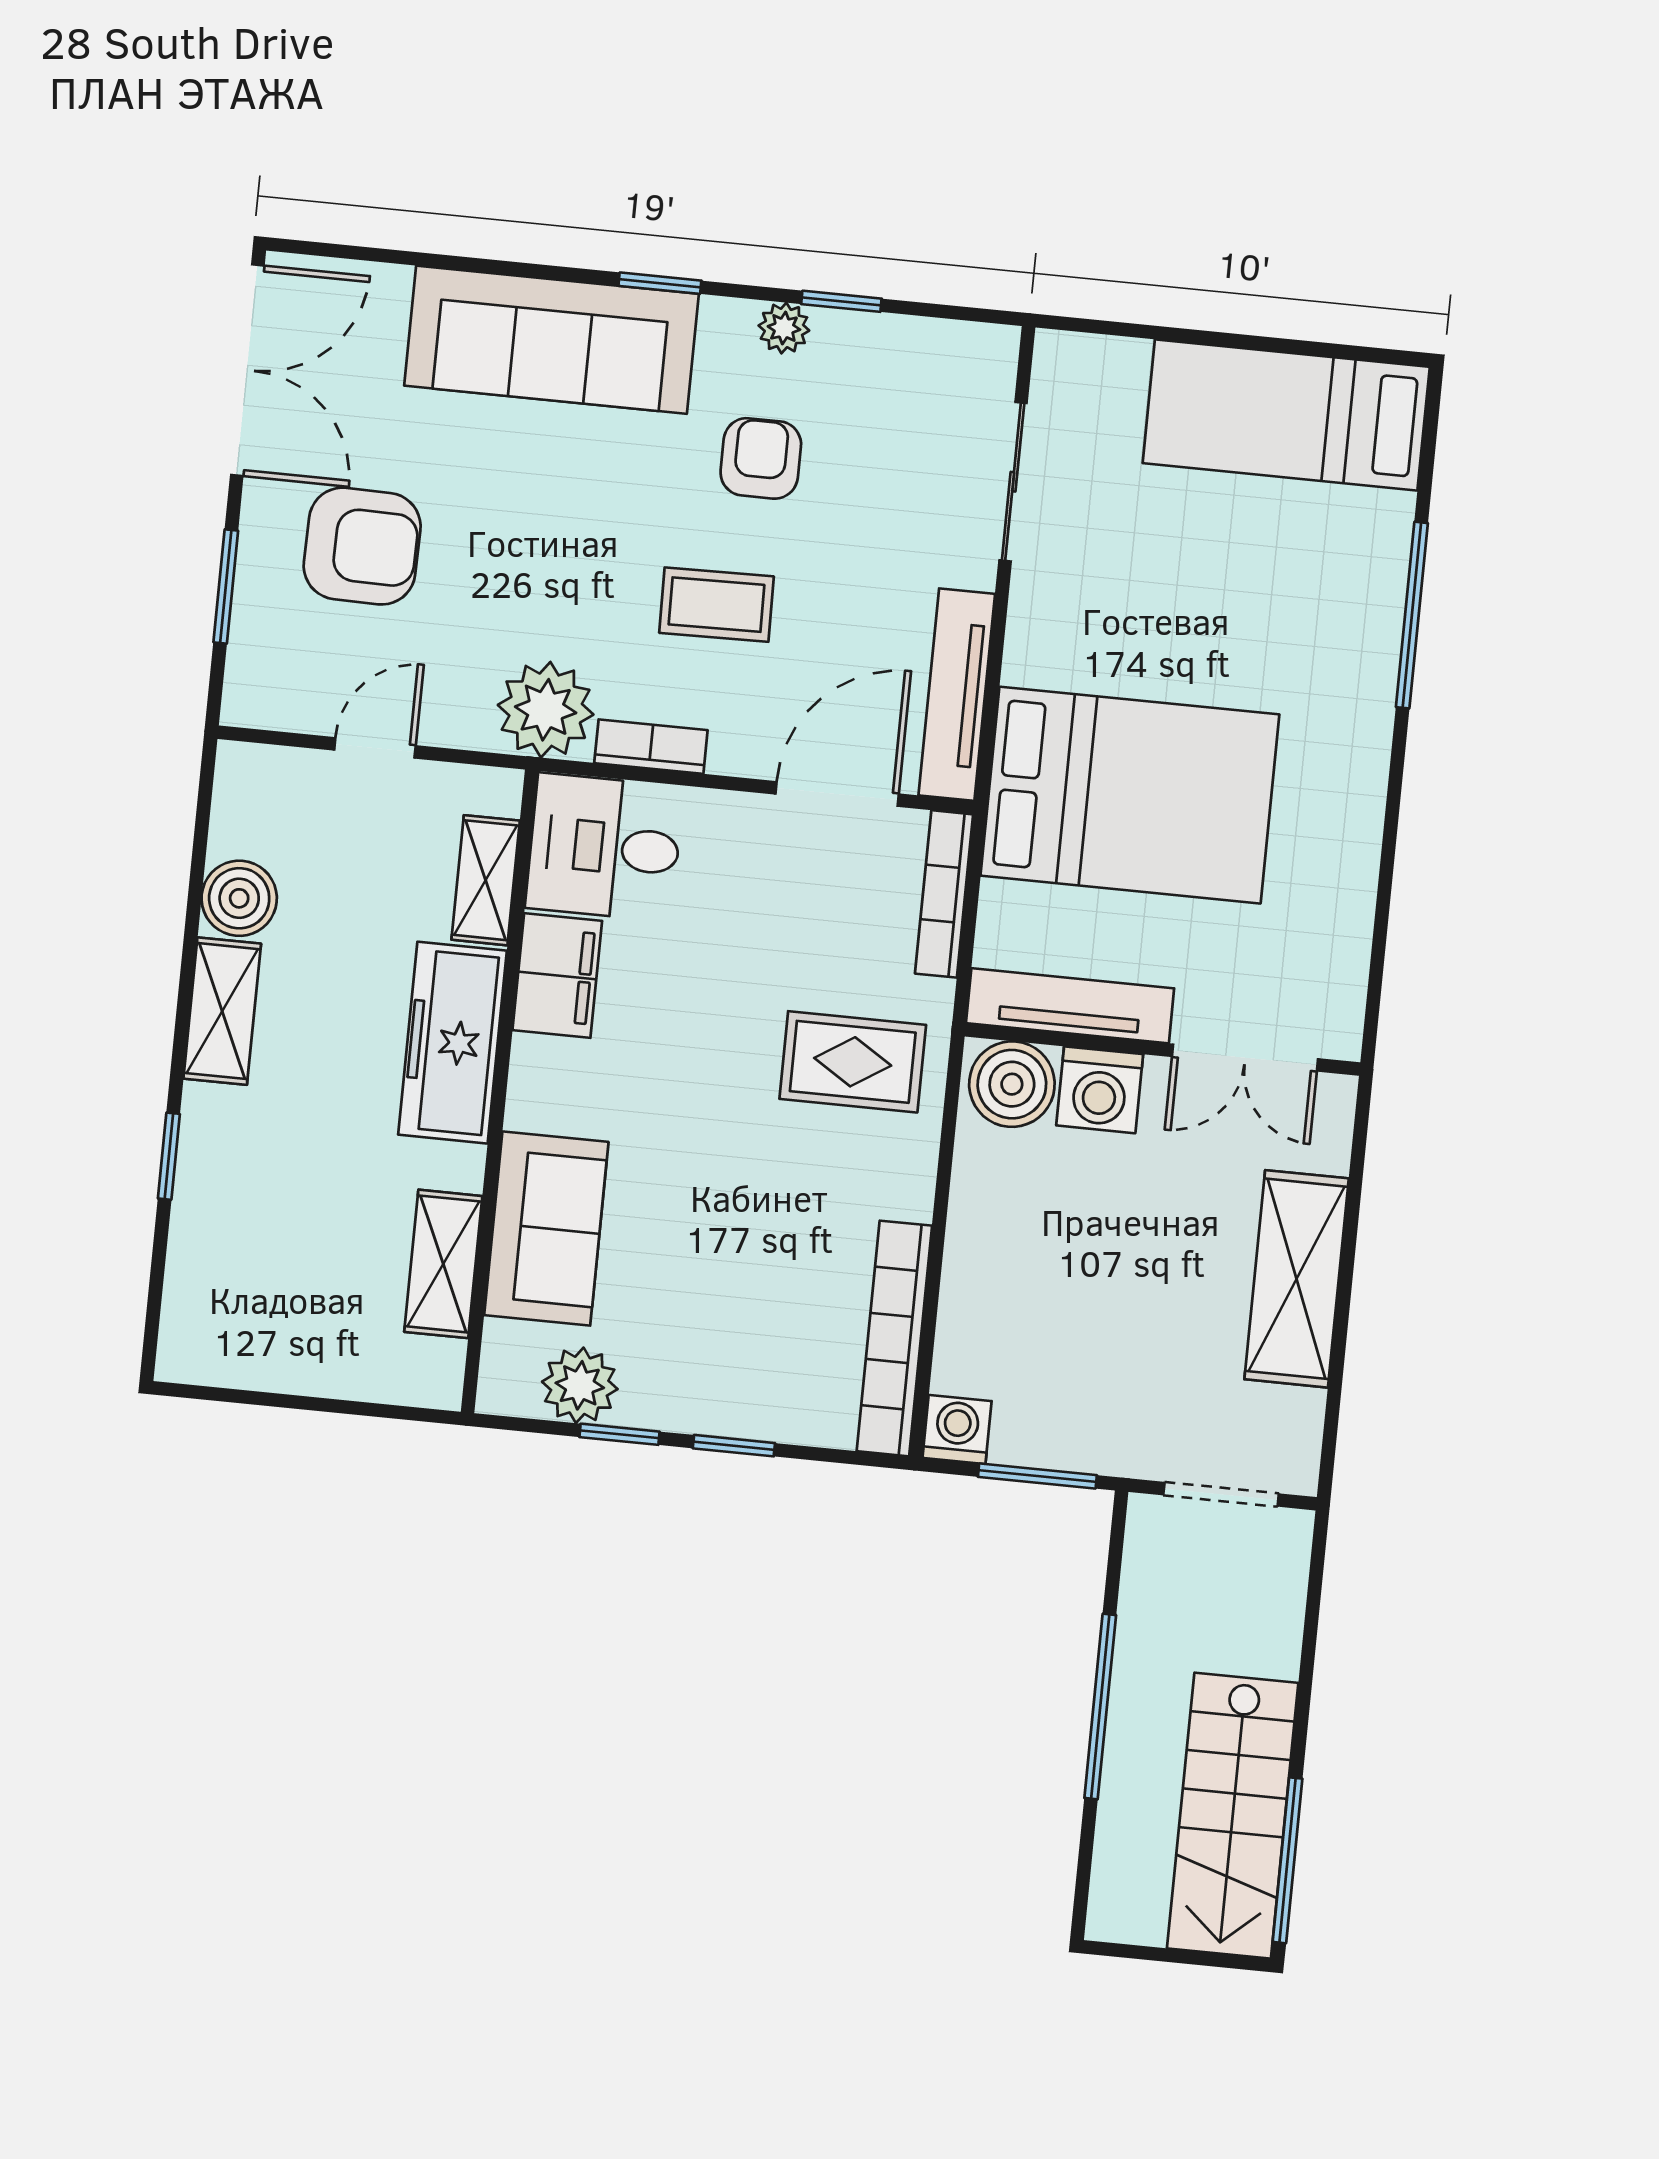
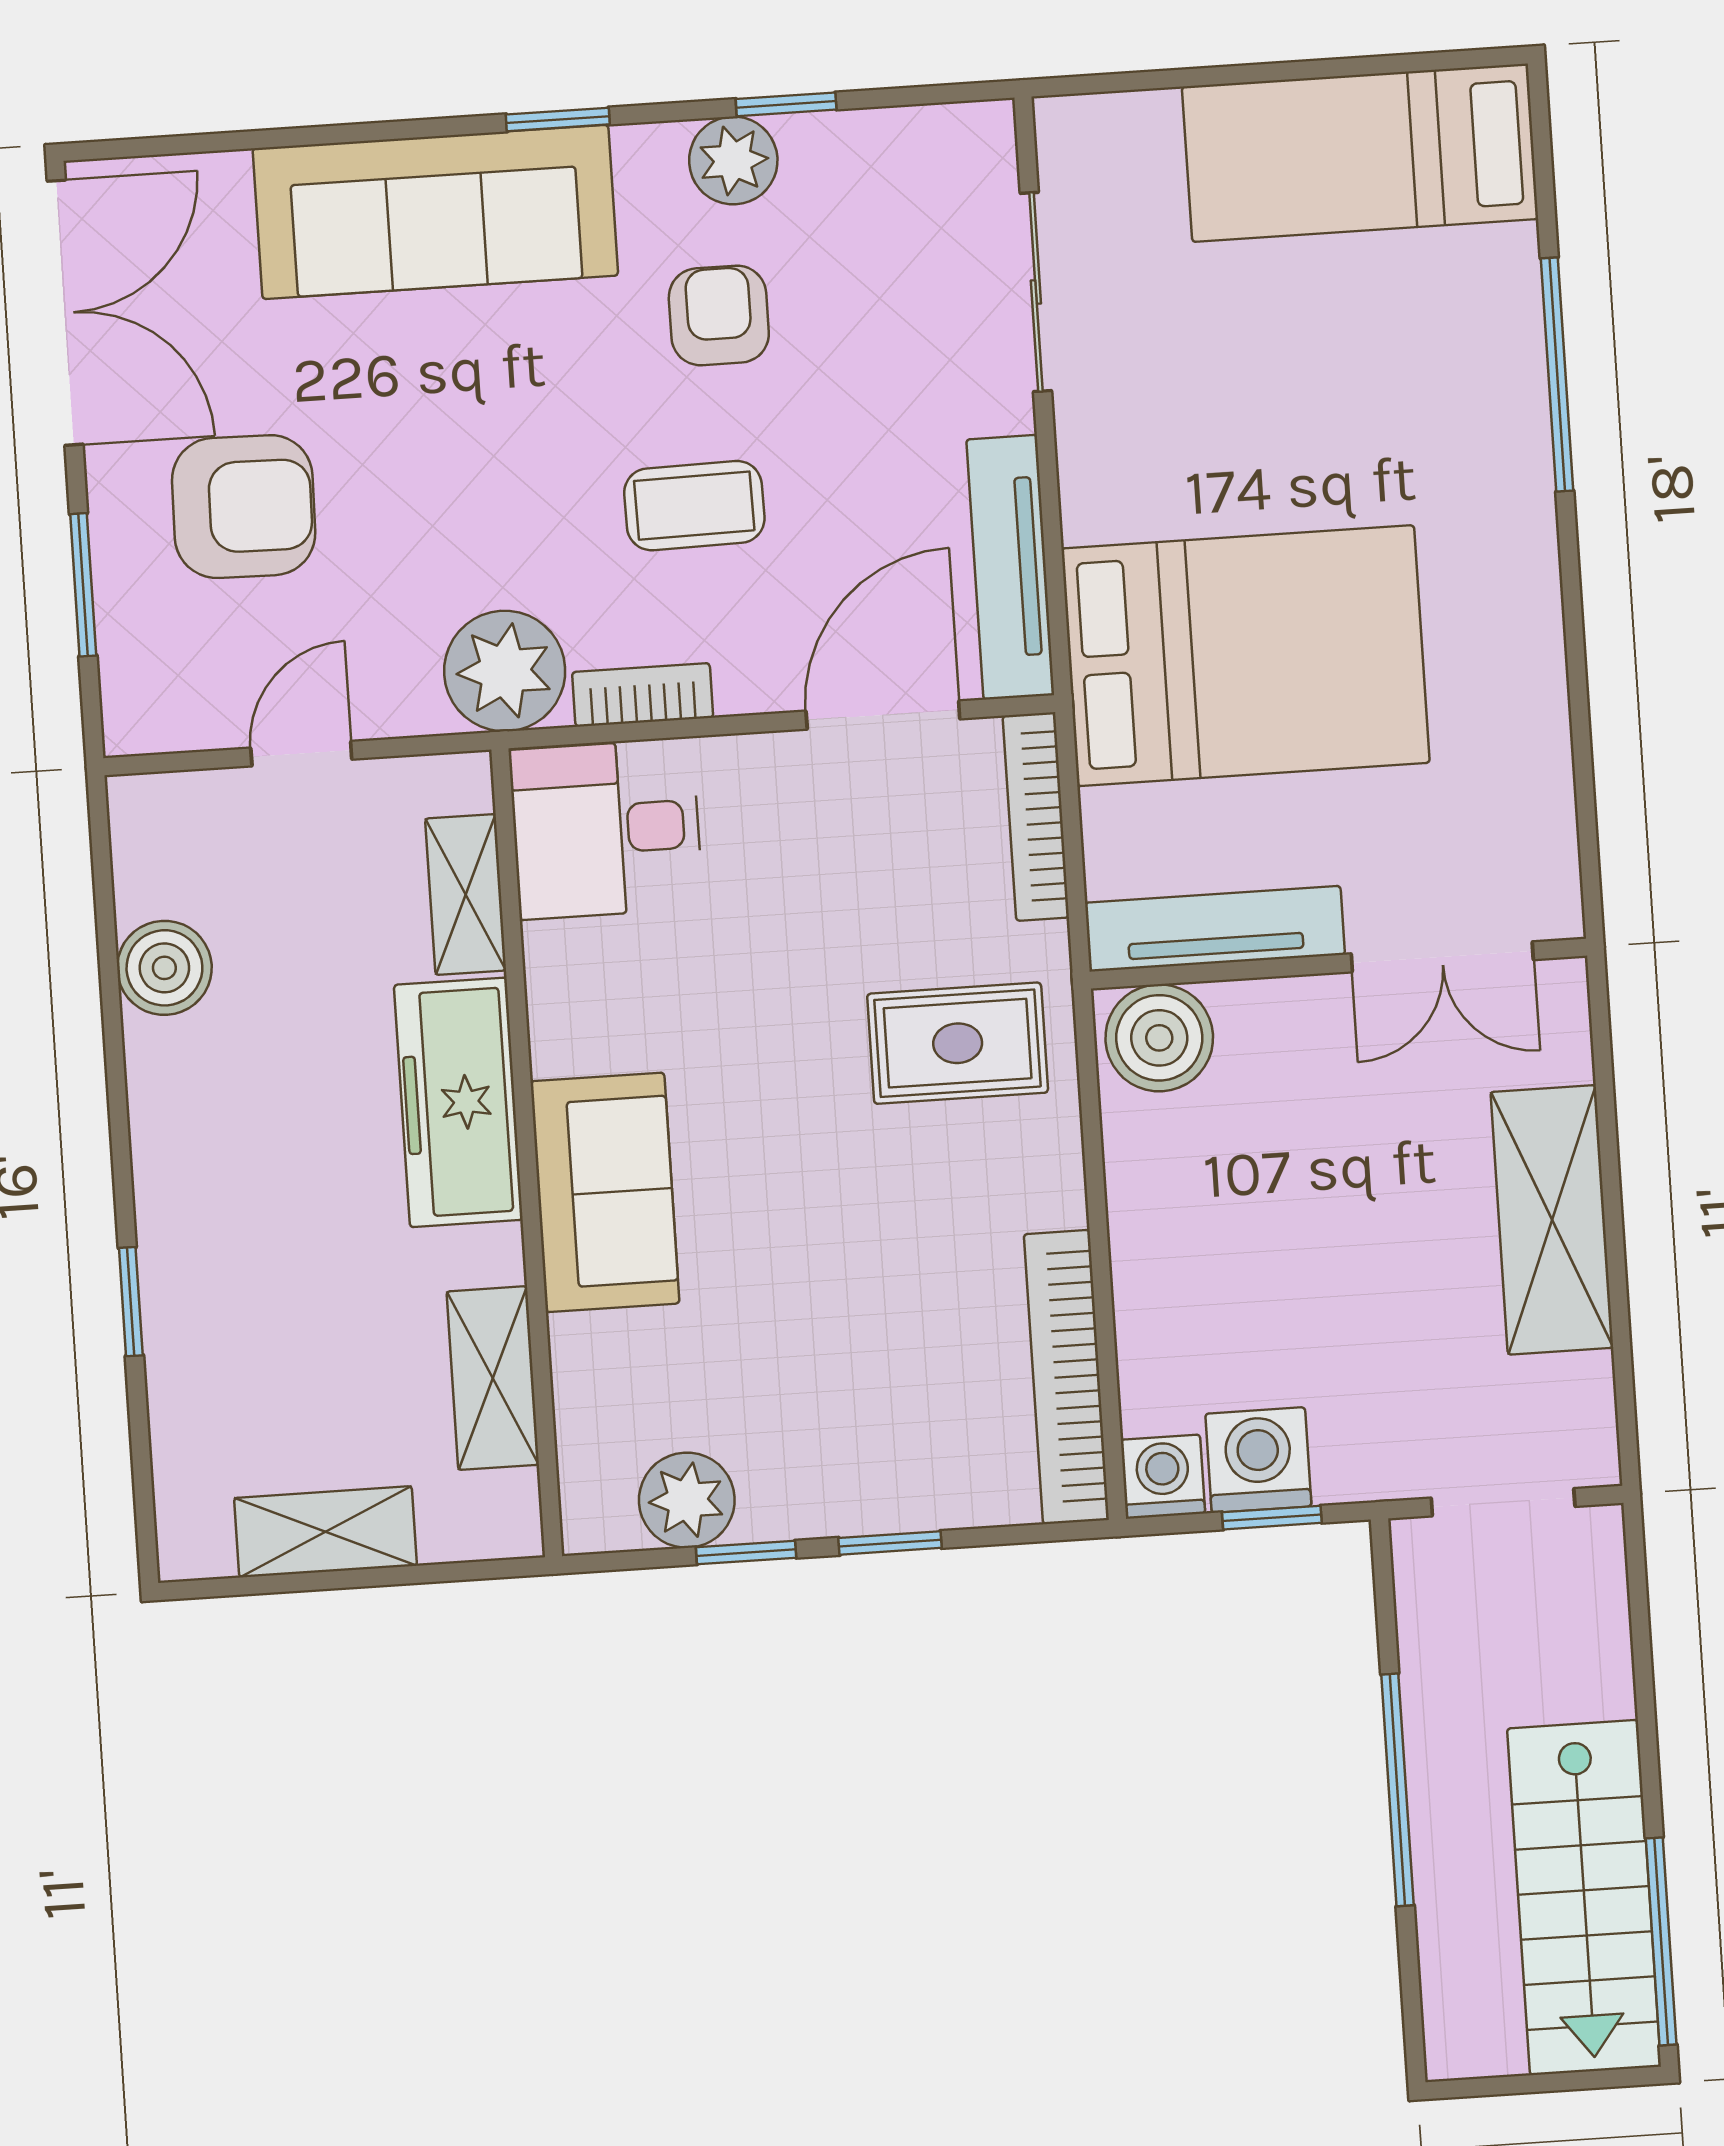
plant: (784, 328) -> (733, 160), width x1.38, depth x1.38
filing cabinet: (557, 976) -> (574, 998), removed
shelving: (222, 1011) -> (326, 1532), moved, turned 90
washing machine: (1100, 1090) -> (1258, 1460), moved, turned 180
sofa: (546, 1229) -> (605, 1192), moved
window: (1037, 1476) -> (1272, 1518), width x0.67

